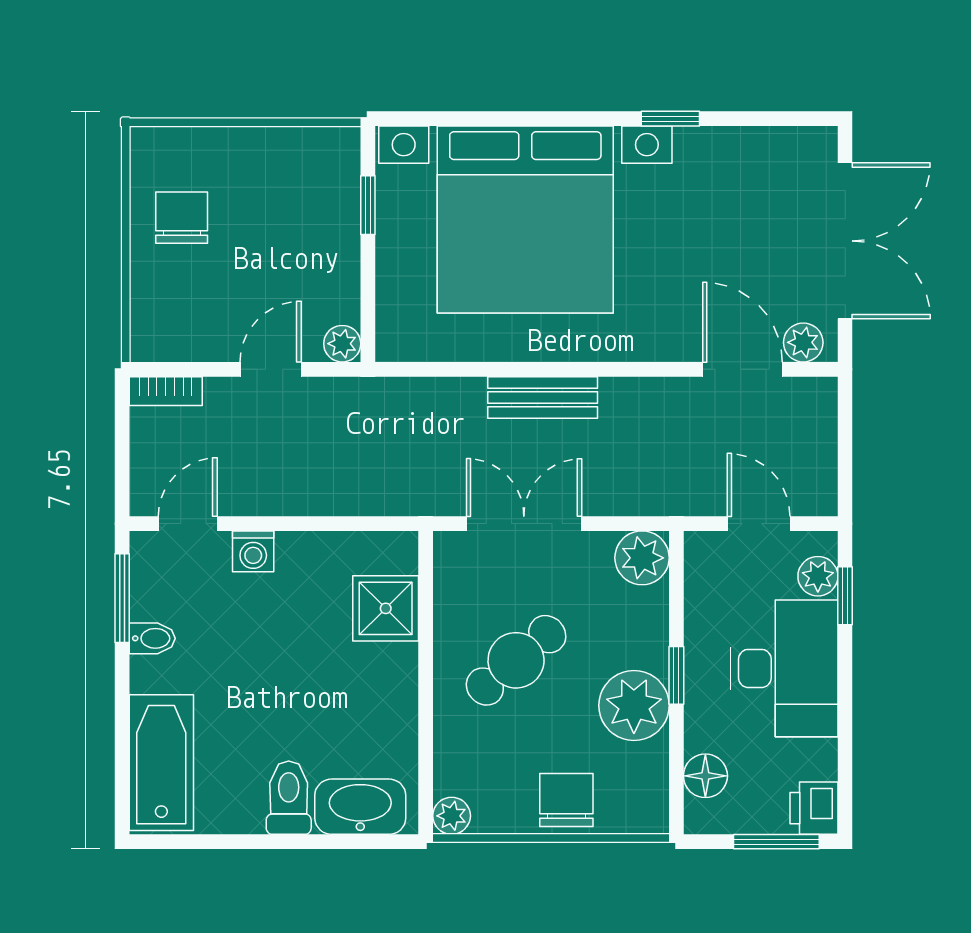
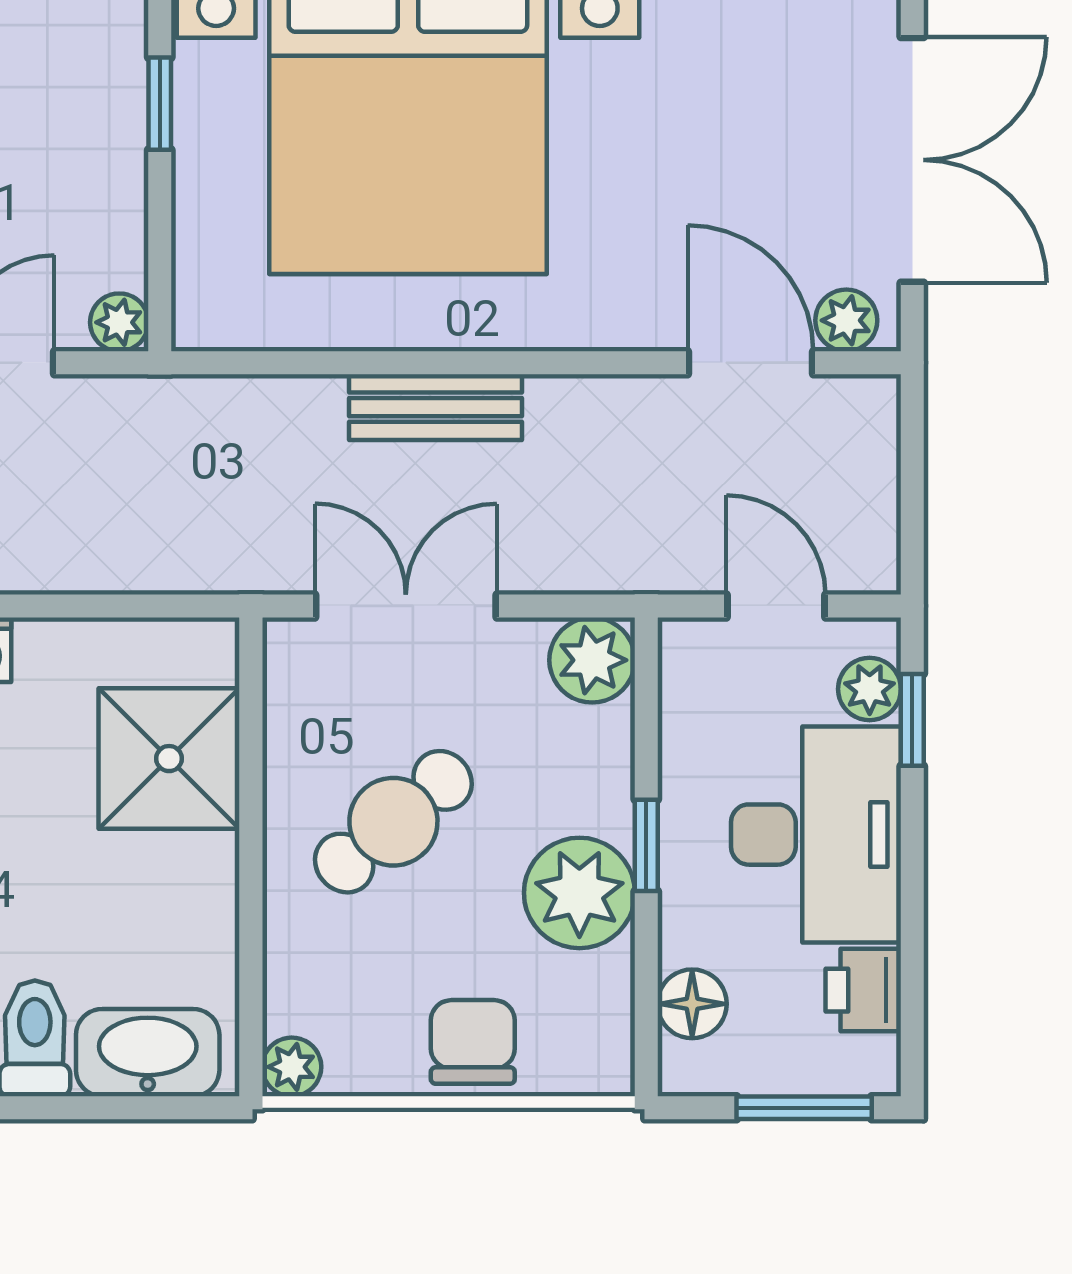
shower: (386, 608) -> (169, 759), width x1.36, depth x1.36
printer: (814, 808) -> (863, 990), moved

